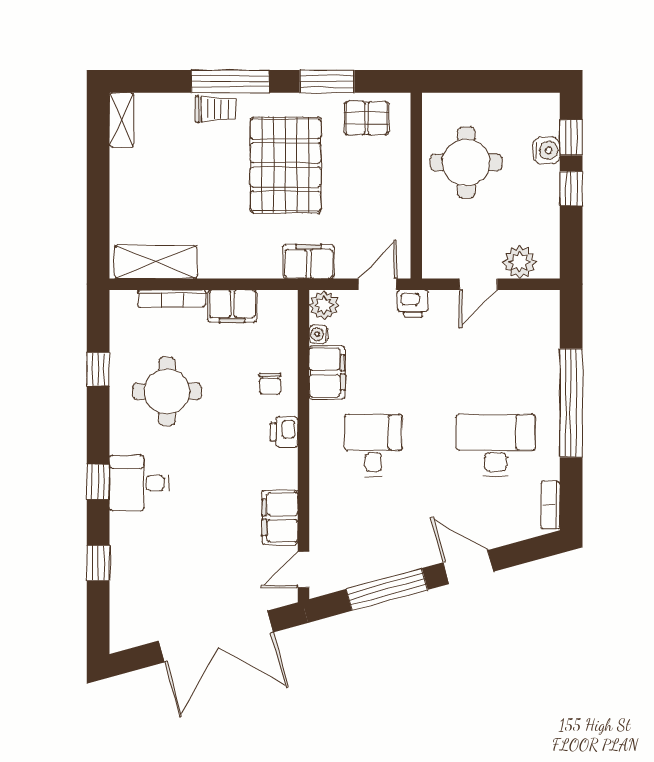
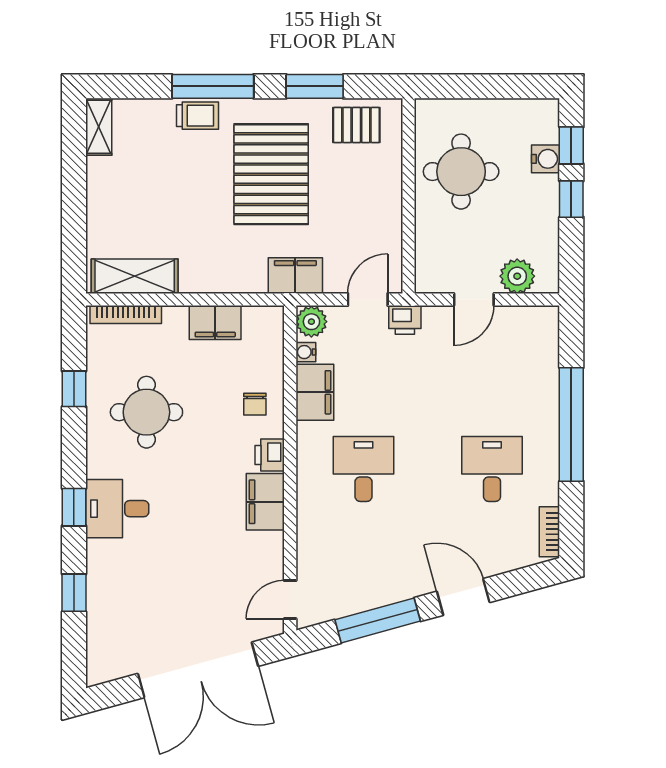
bookcase: (172, 298) -> (126, 315), moved
desk: (496, 445) -> (492, 469), width x0.73
filing cabinet: (280, 517) -> (265, 502), moved

